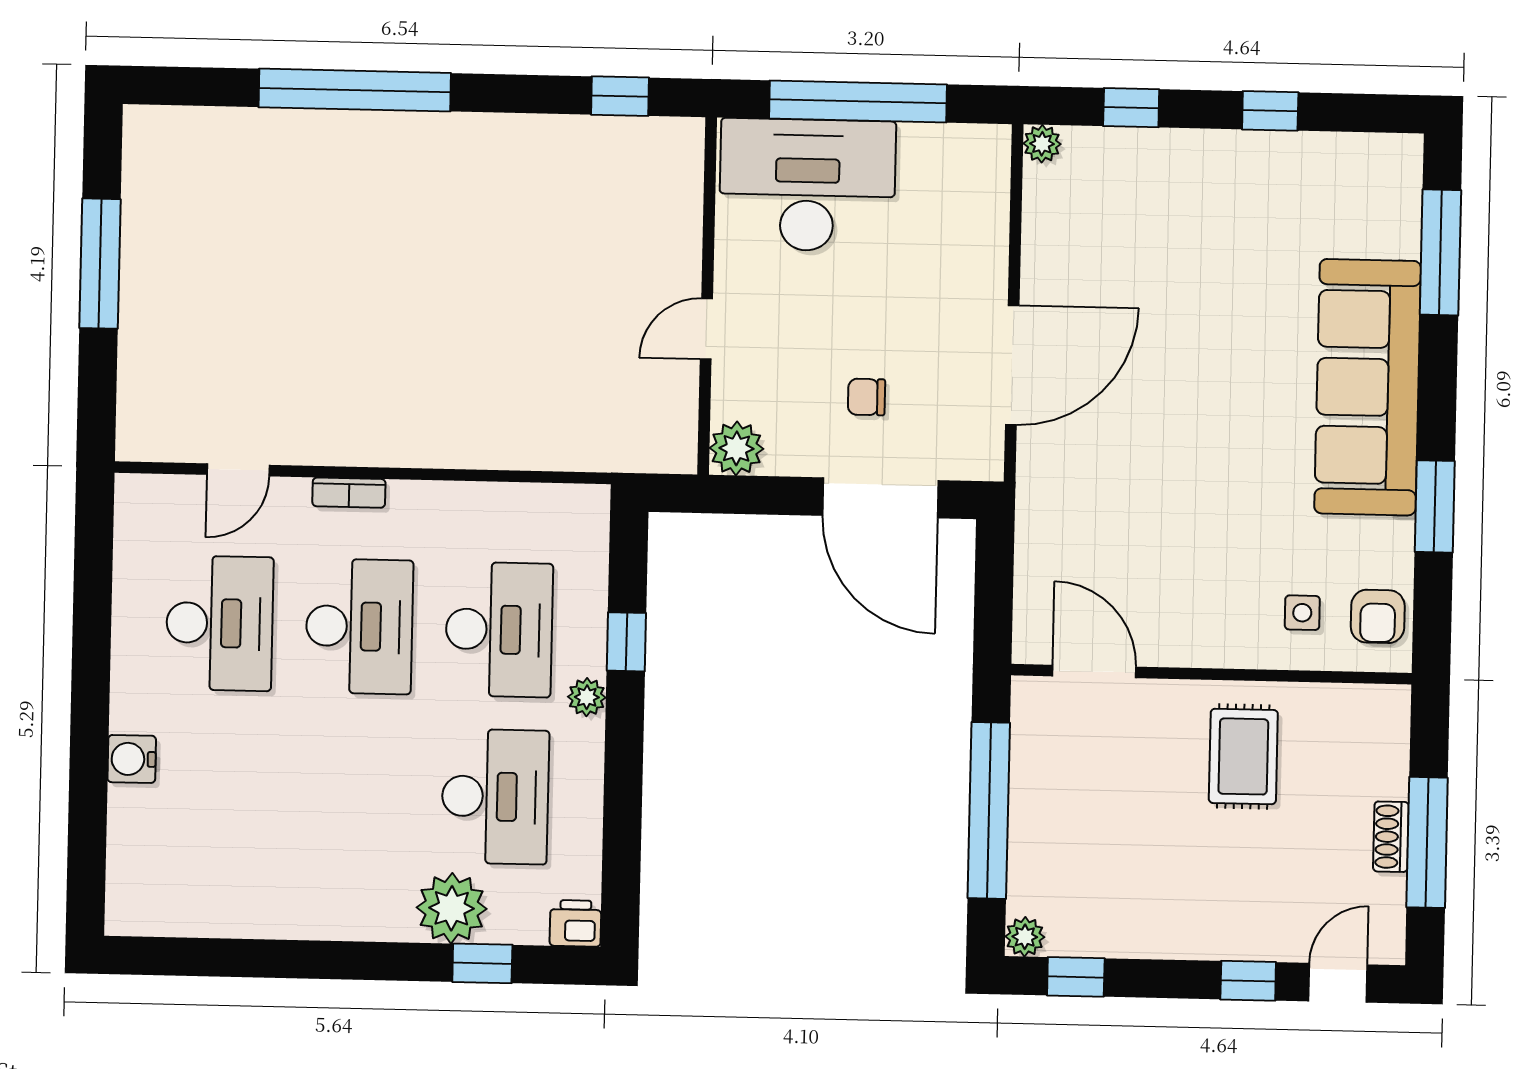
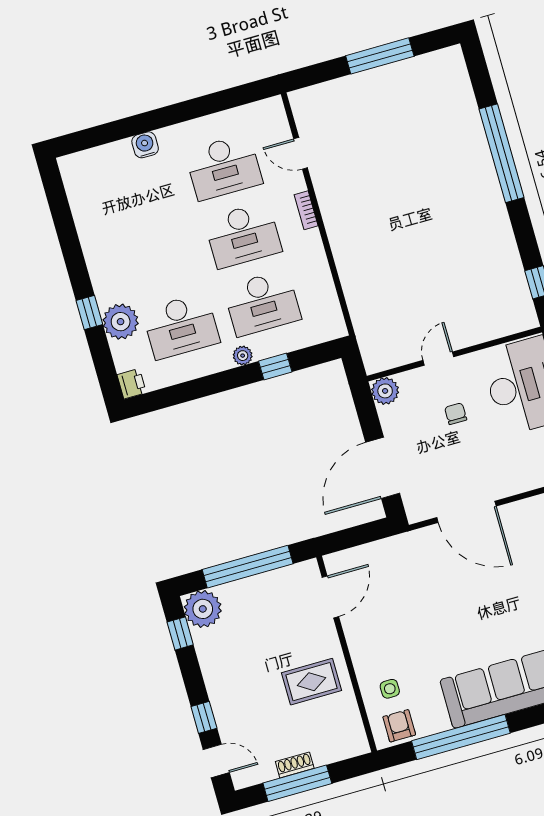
door: (706, 329) -> (438, 359), hinge flipped
chair: (866, 397) -> (456, 414), moved
window: (1435, 506) -> (461, 737), width x2.11
armchair: (1378, 616) -> (399, 726), turned 90
plant: (1025, 937) -> (203, 609), width x1.87, depth x1.87
window: (482, 963) -> (89, 313), moved

